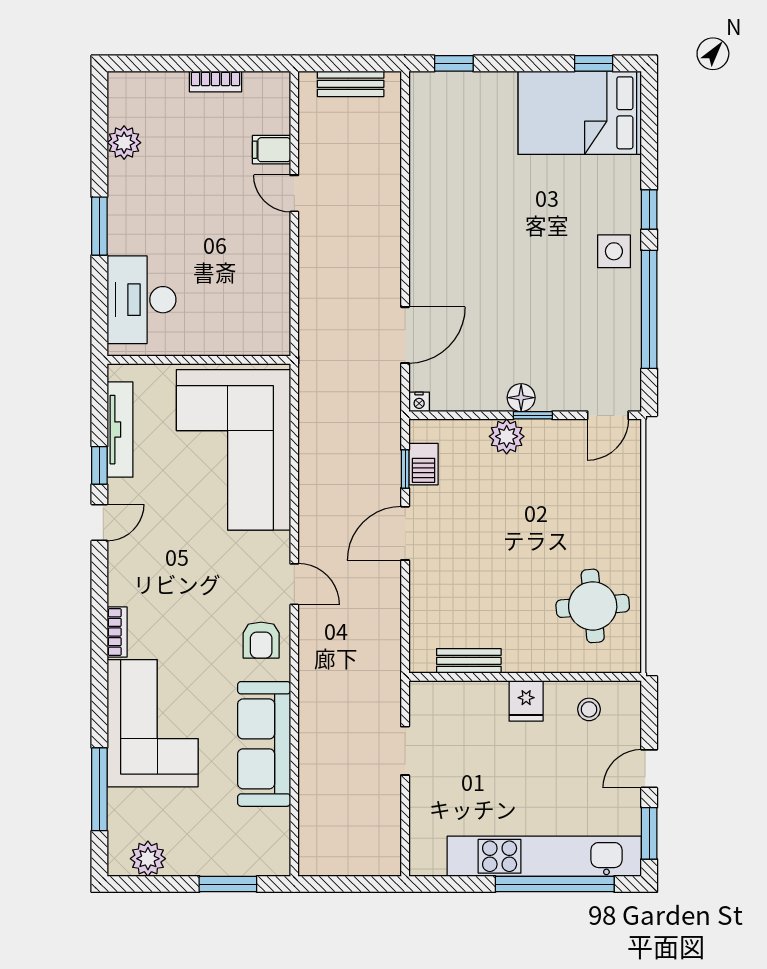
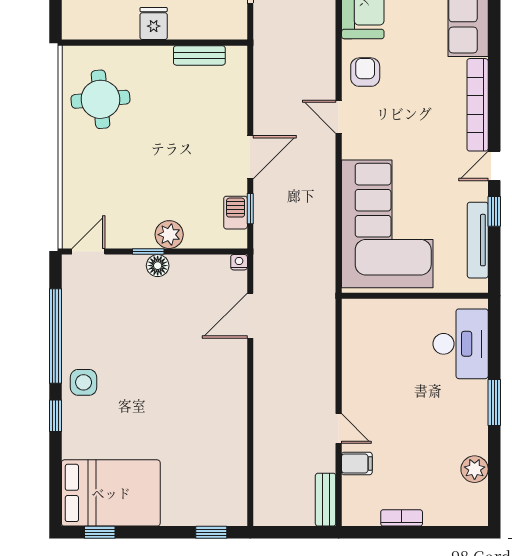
bench: (351, 84) -> (326, 500), moved, turned 90
bookcase: (117, 632) -> (478, 105), width x2.31, depth x1.31
stool: (589, 709) -> (103, 17), removed

